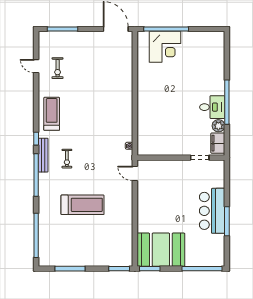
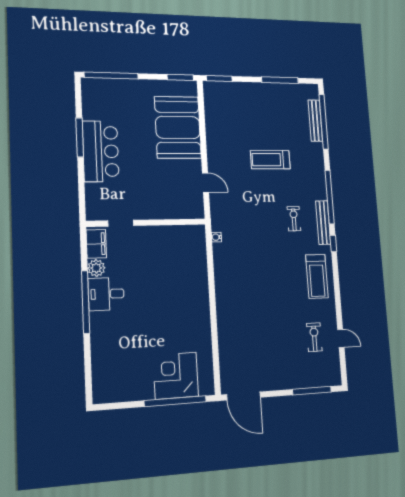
door: (135, 173) -> (206, 183), moved
treadmill: (83, 205) -> (270, 160), width x0.73, depth x0.73
bench: (43, 236) -> (315, 121), added
booth: (161, 250) -> (178, 127), moved, turned 90

